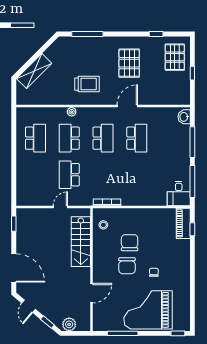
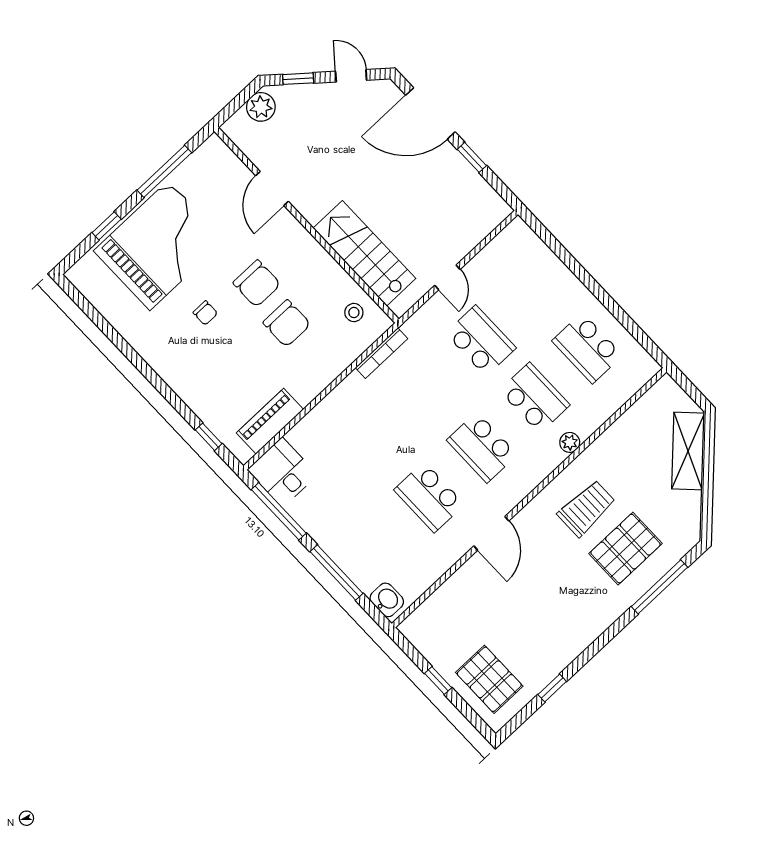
pallet: (129, 63) -> (626, 549), moved, turned 90
trolley: (87, 84) -> (586, 508), turned 180
piano: (183, 223) -> (270, 421), moved, turned -90
window: (14, 224) -> (472, 157), moved
chair: (127, 266) -> (257, 283), turned 180
window: (178, 333) -> (107, 226), moved

